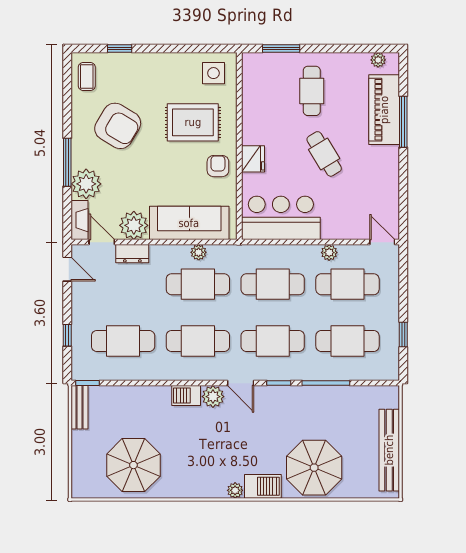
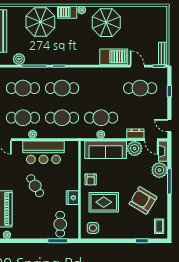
cafe table: (312, 91) -> (60, 224), moved
fridge: (253, 159) -> (72, 198), moved
bar counter: (281, 218) -> (43, 152), moved
cafe table: (198, 341) -> (101, 88), removed
door: (241, 383) -> (137, 66), moved
barbecue: (186, 395) -> (114, 57), width x1.88, depth x1.53
plant: (213, 397) -> (19, 59), moved
parasol: (133, 465) -> (106, 23), moved

